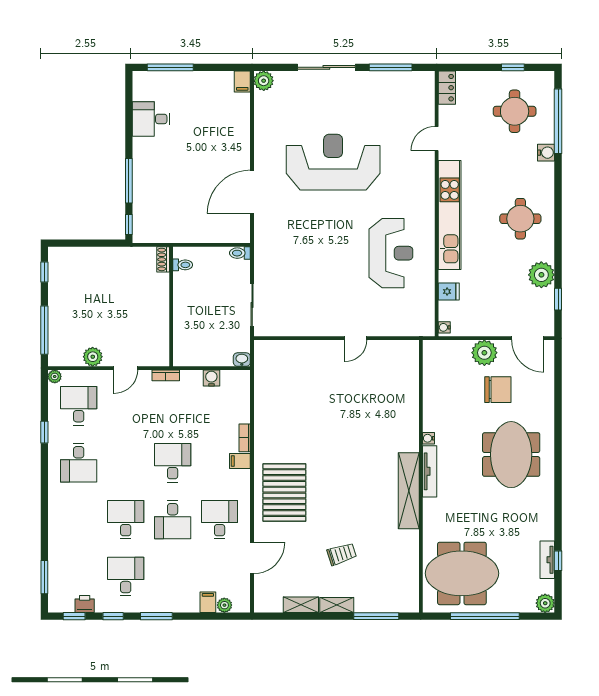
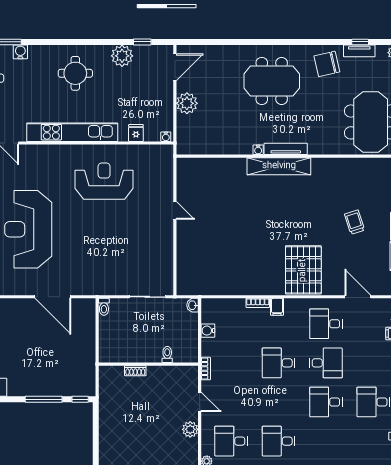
shoe rack: (163, 259) -> (135, 371), moved
toilet: (183, 265) -> (167, 355), moved
chair: (498, 390) -> (327, 64), moved, turned -103
desk: (79, 463) -> (278, 441), turned 180
shelving: (409, 491) -> (279, 166), moved
pallet: (284, 493) -> (303, 270), turned 90

